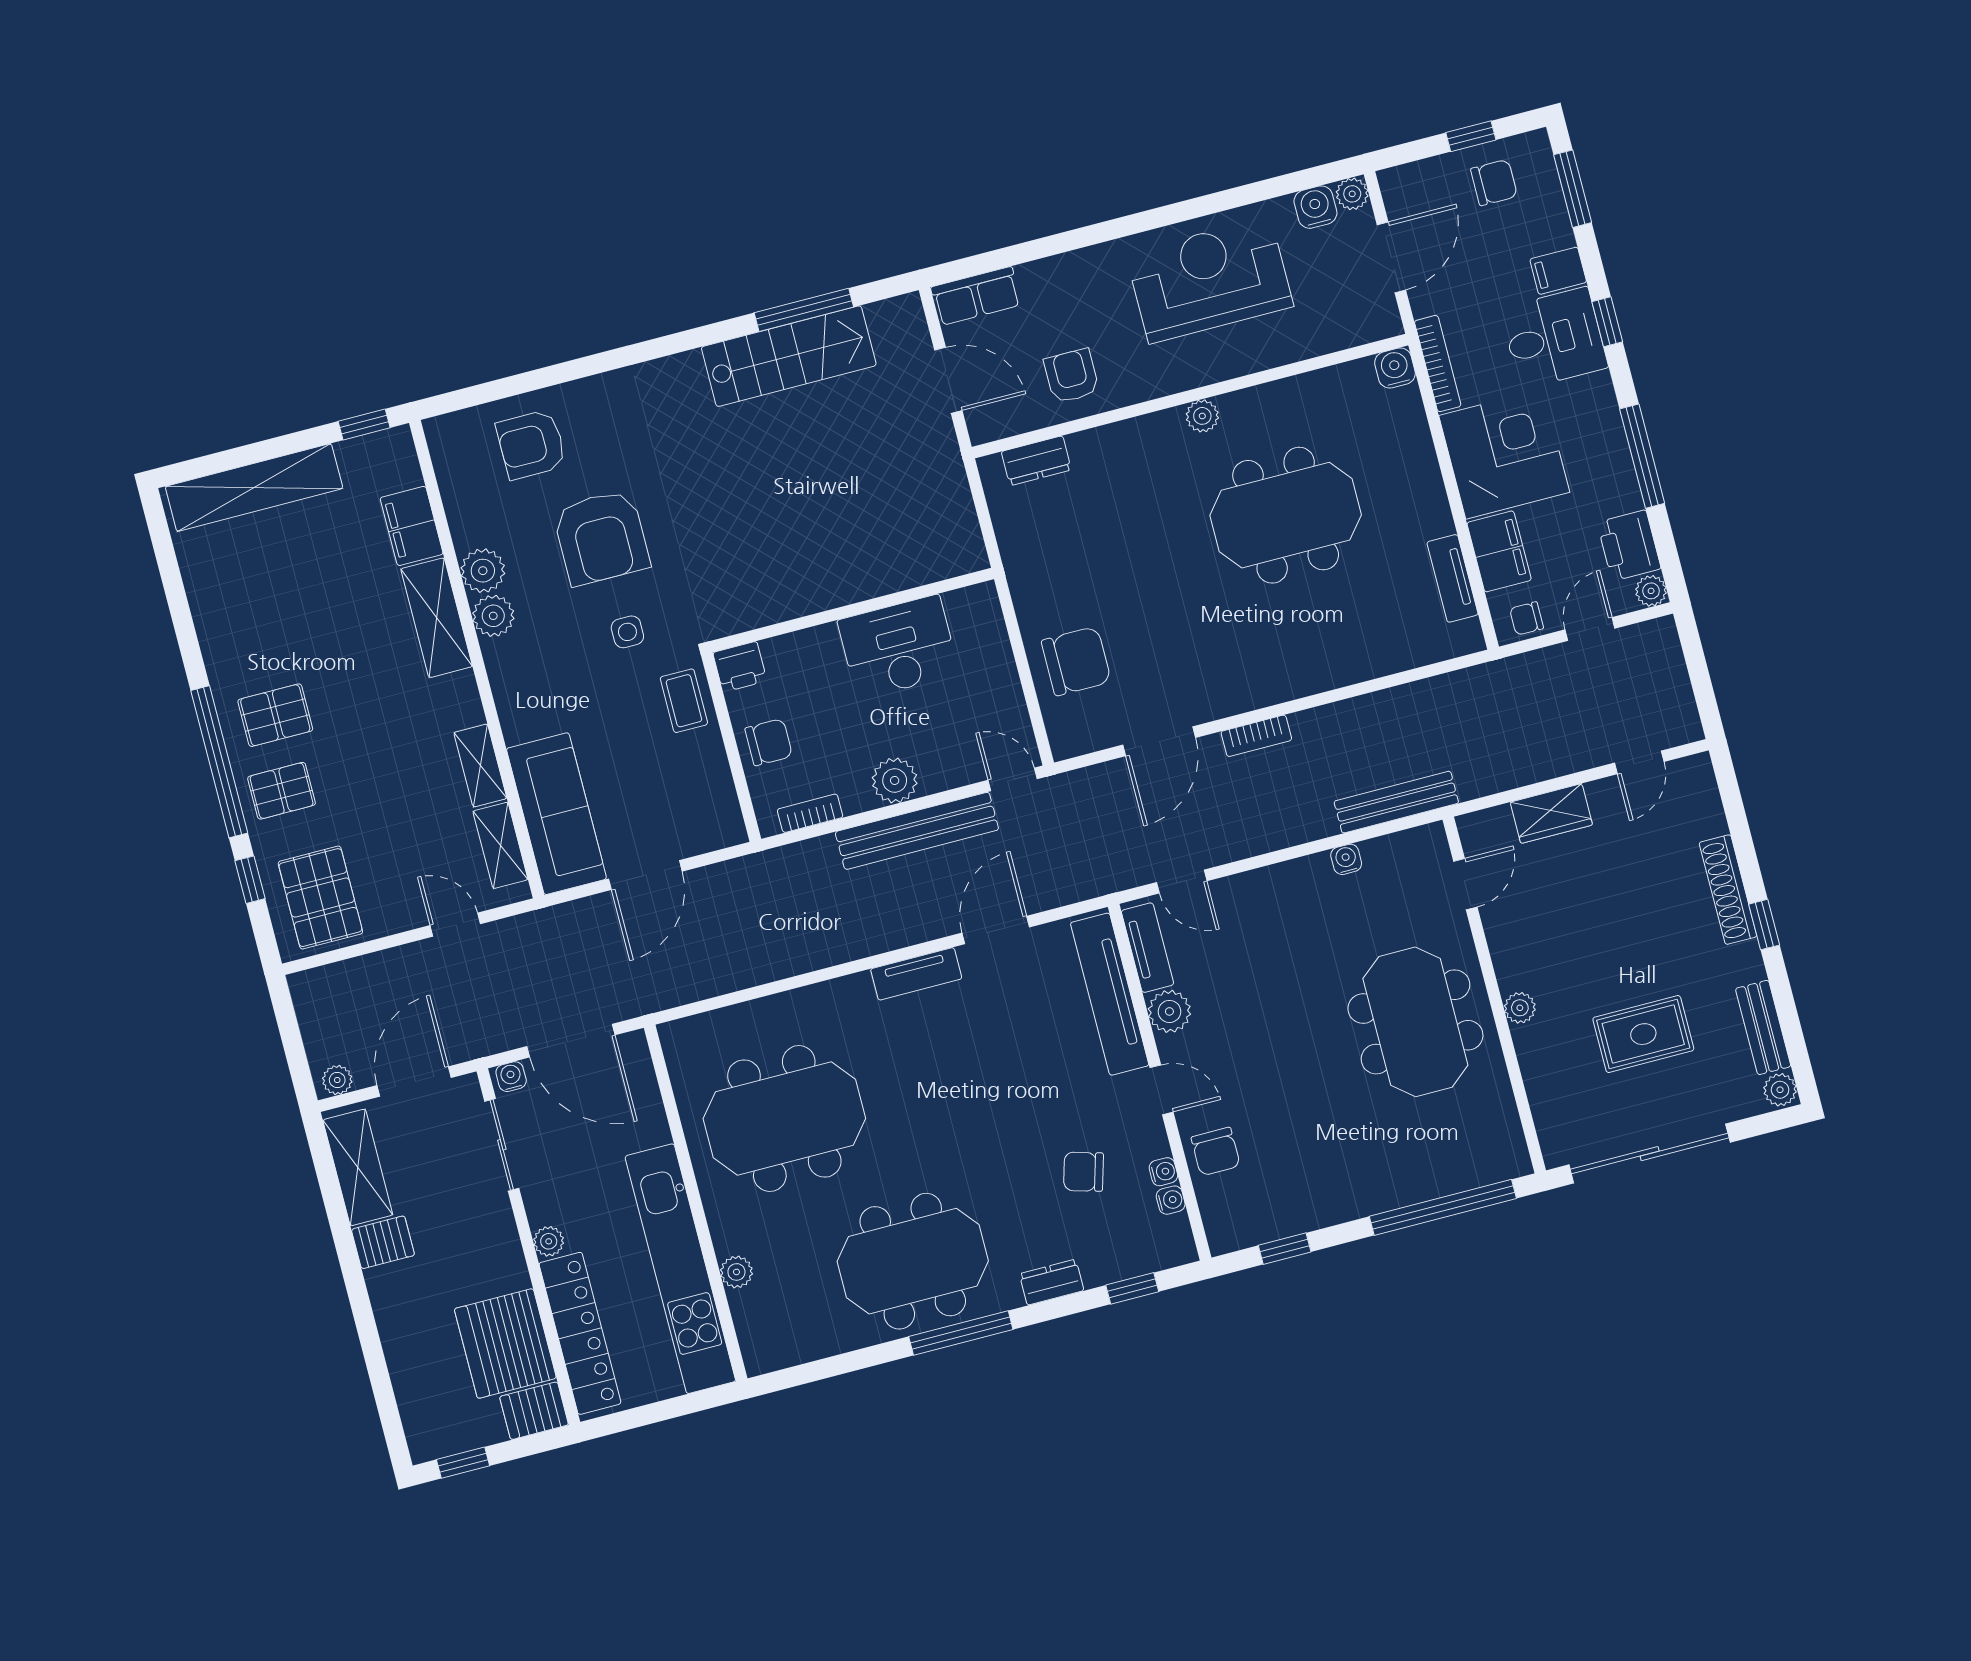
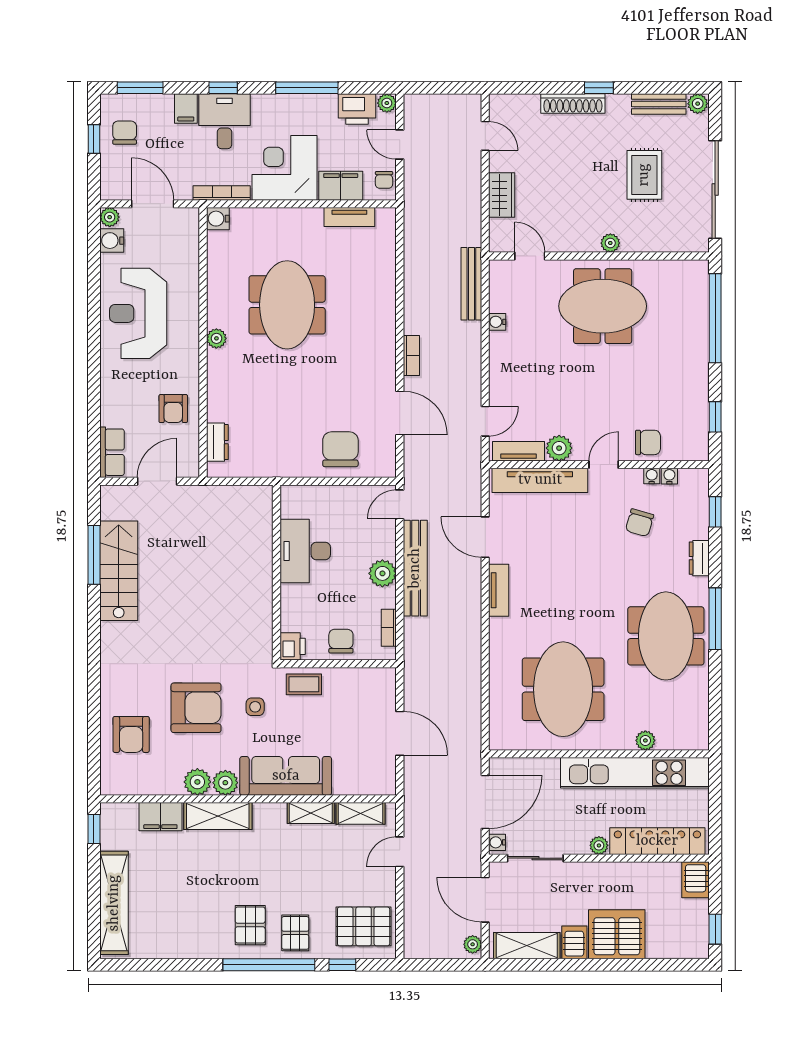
armchair: (1072, 376) -> (173, 409), turned -90
sofa: (556, 814) -> (286, 776), moved
server rack: (505, 1343) -> (617, 934), moved, turned 180

